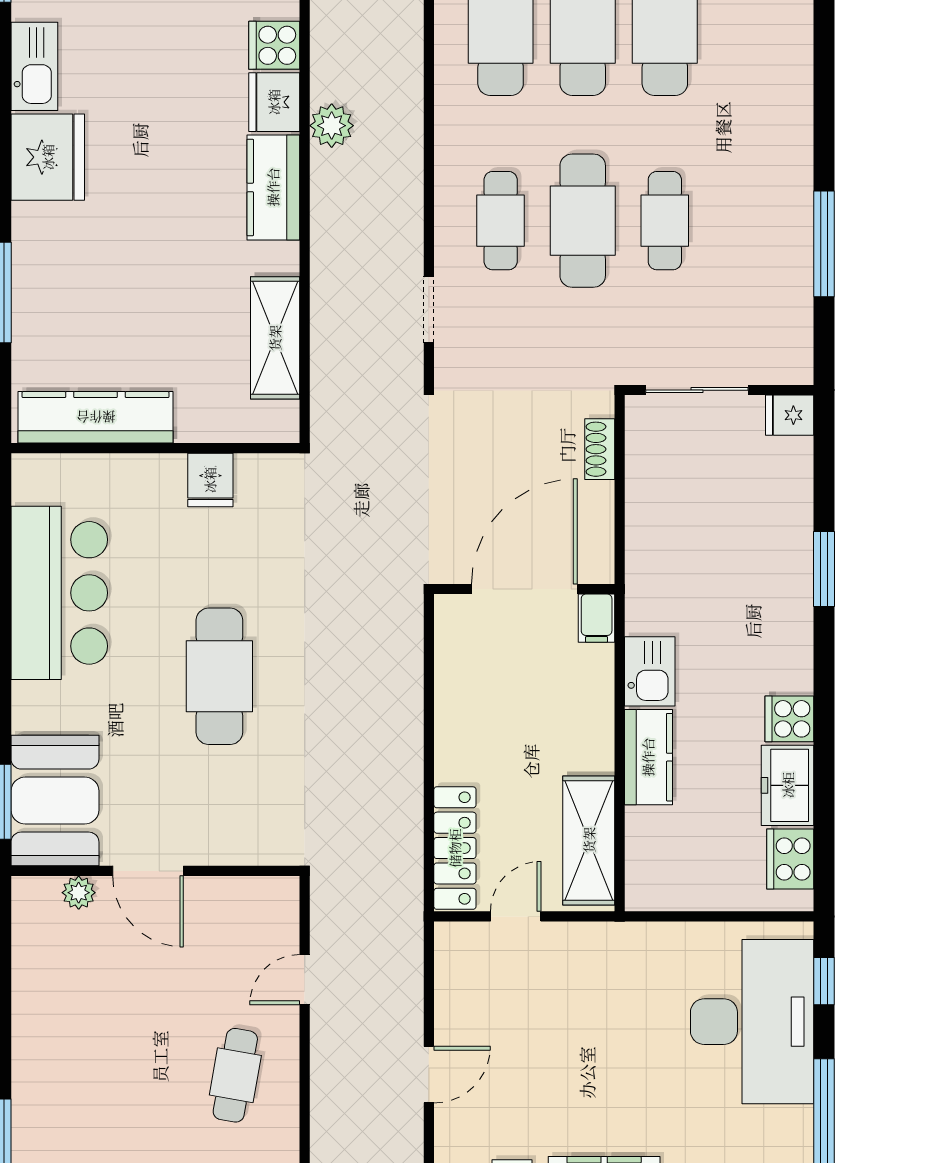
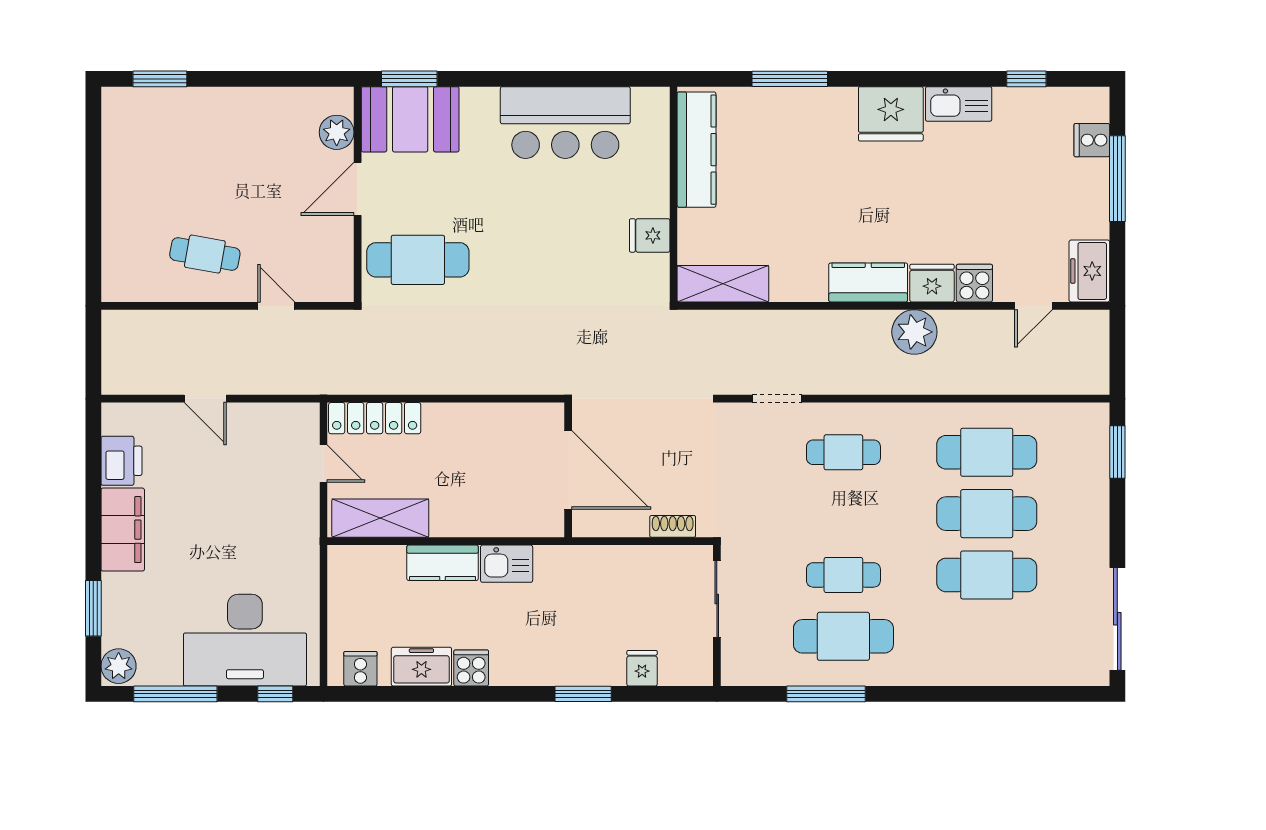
plant: (332, 126) -> (914, 332), width x1.36, depth x1.36
cafe table: (583, 221) -> (843, 636), moved
shelving: (275, 338) -> (723, 284), moved
fridge: (790, 415) -> (642, 668), moved
filing cabinet: (597, 618) -> (546, 524), removed
cafe table: (219, 676) -> (418, 260), moved
cooker: (790, 859) -> (360, 669), width x0.73
plant: (79, 893) -> (337, 132), width x1.38, depth x1.38

